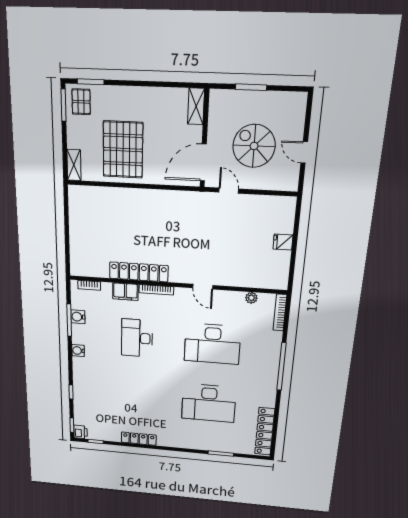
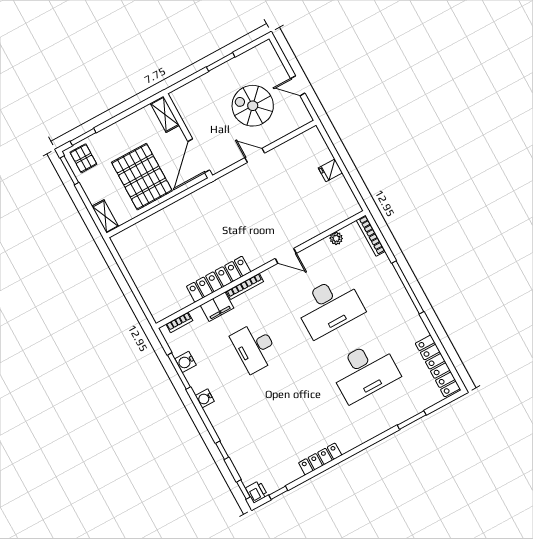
shelving: (196, 106) -> (165, 114), moved
wall: (204, 139) -> (188, 136), moved
door: (203, 162) -> (199, 156), moved

